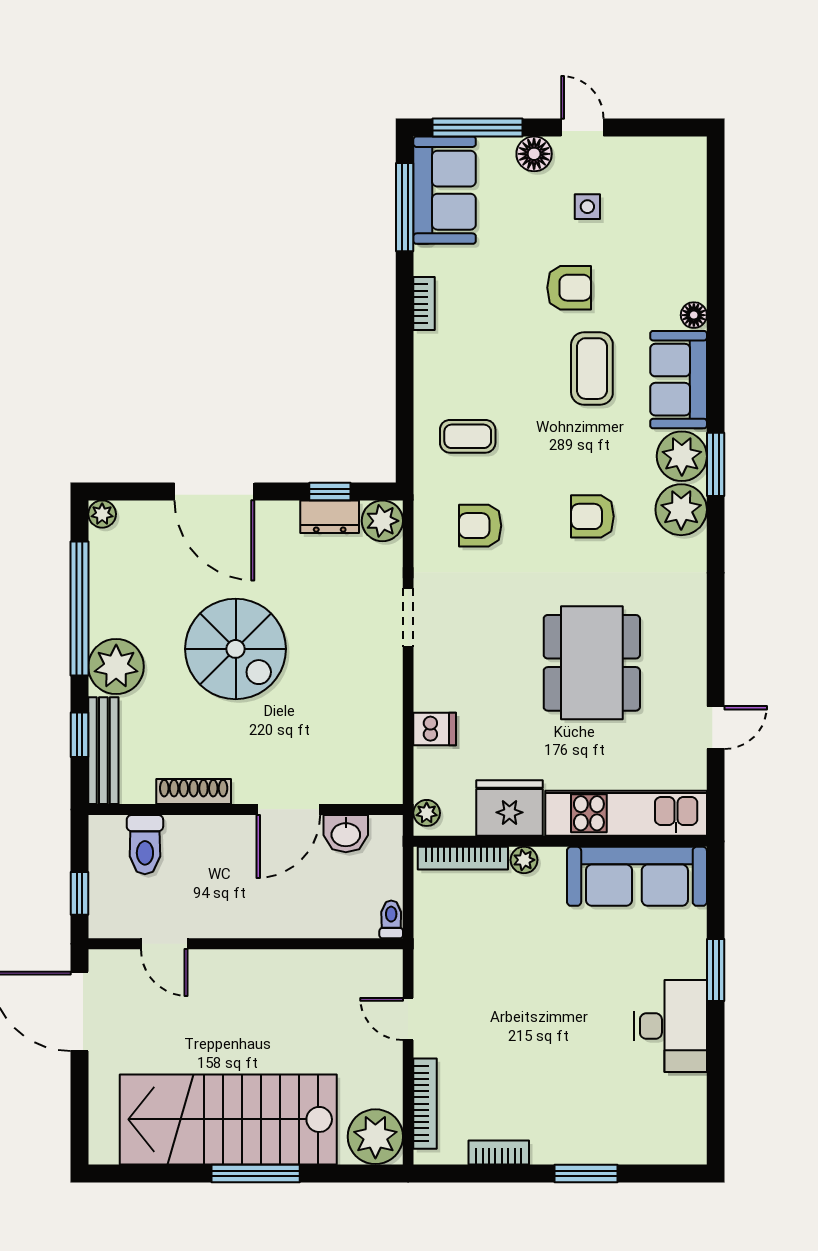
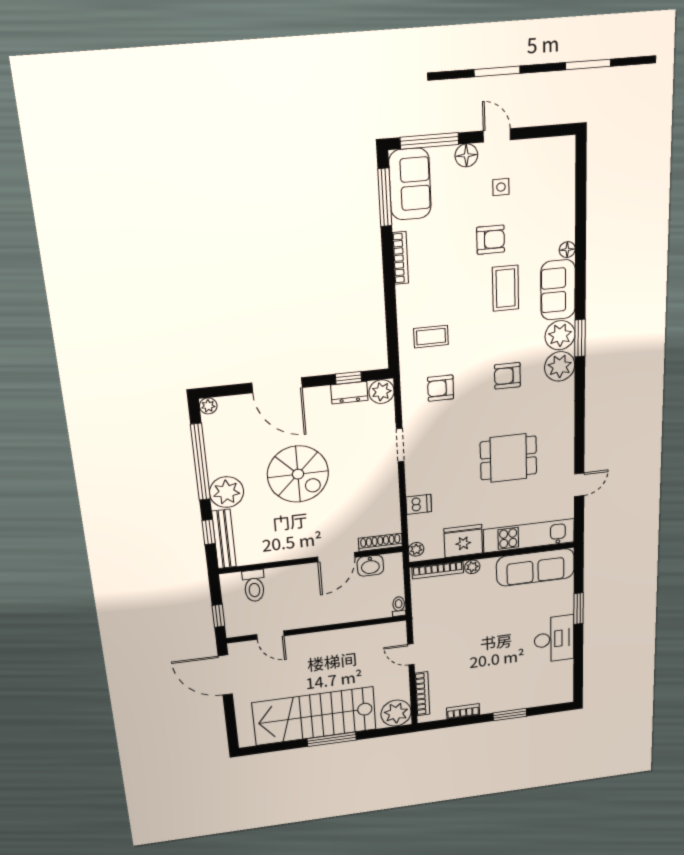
bookcase: (424, 304) -> (400, 258), width x1.56
dining table: (592, 663) -> (508, 458), width x0.73
shoe rack: (194, 792) -> (380, 542), moved

